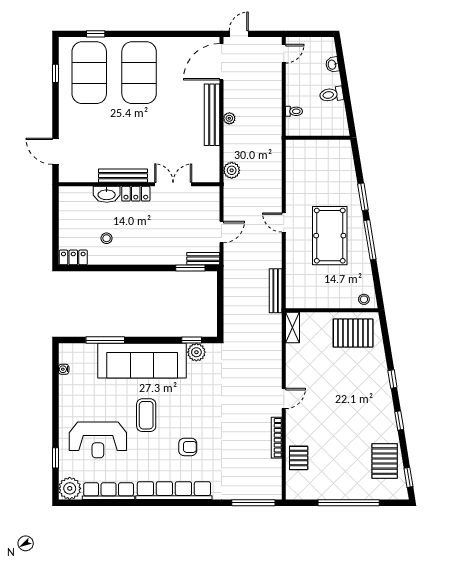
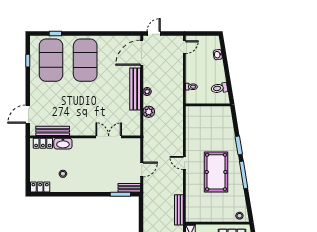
toilet: (331, 94) -> (219, 88), moved
door: (55, 151) -> (28, 114), hinge flipped
plant: (232, 170) -> (149, 112), moved
bench: (123, 176) -> (53, 131), moved
locker: (136, 194) -> (43, 143), moved

